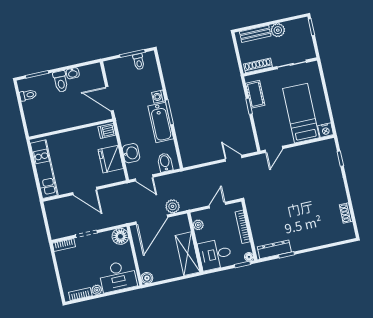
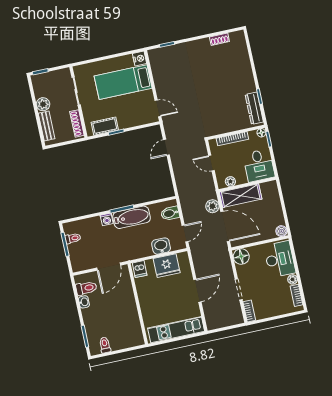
toilet: (61, 81) -> (86, 288), moved
shelving: (188, 254) -> (241, 196), moved

